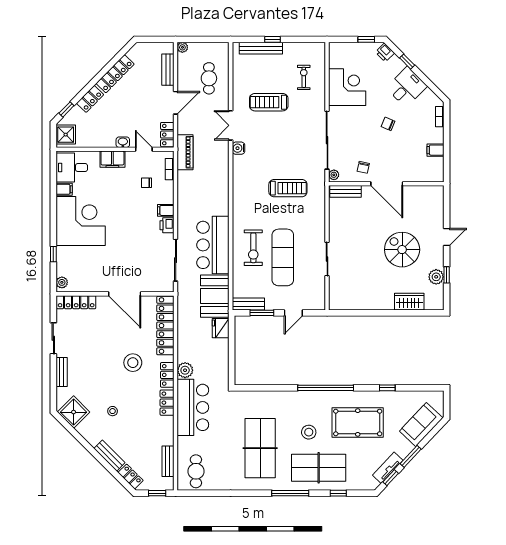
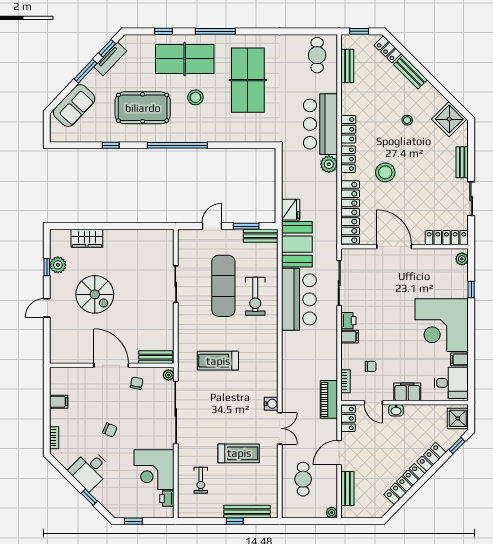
printer: (385, 53) -> (167, 499), moved, turned -135
exercise bike: (253, 248) -> (255, 296), turned 180

